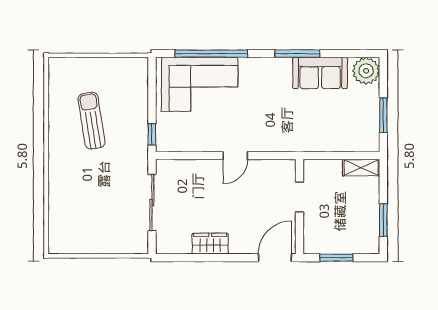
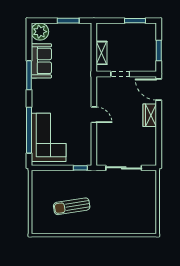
shelving: (361, 168) -> (101, 53), moved
wardrobe: (210, 244) -> (150, 115), moved

